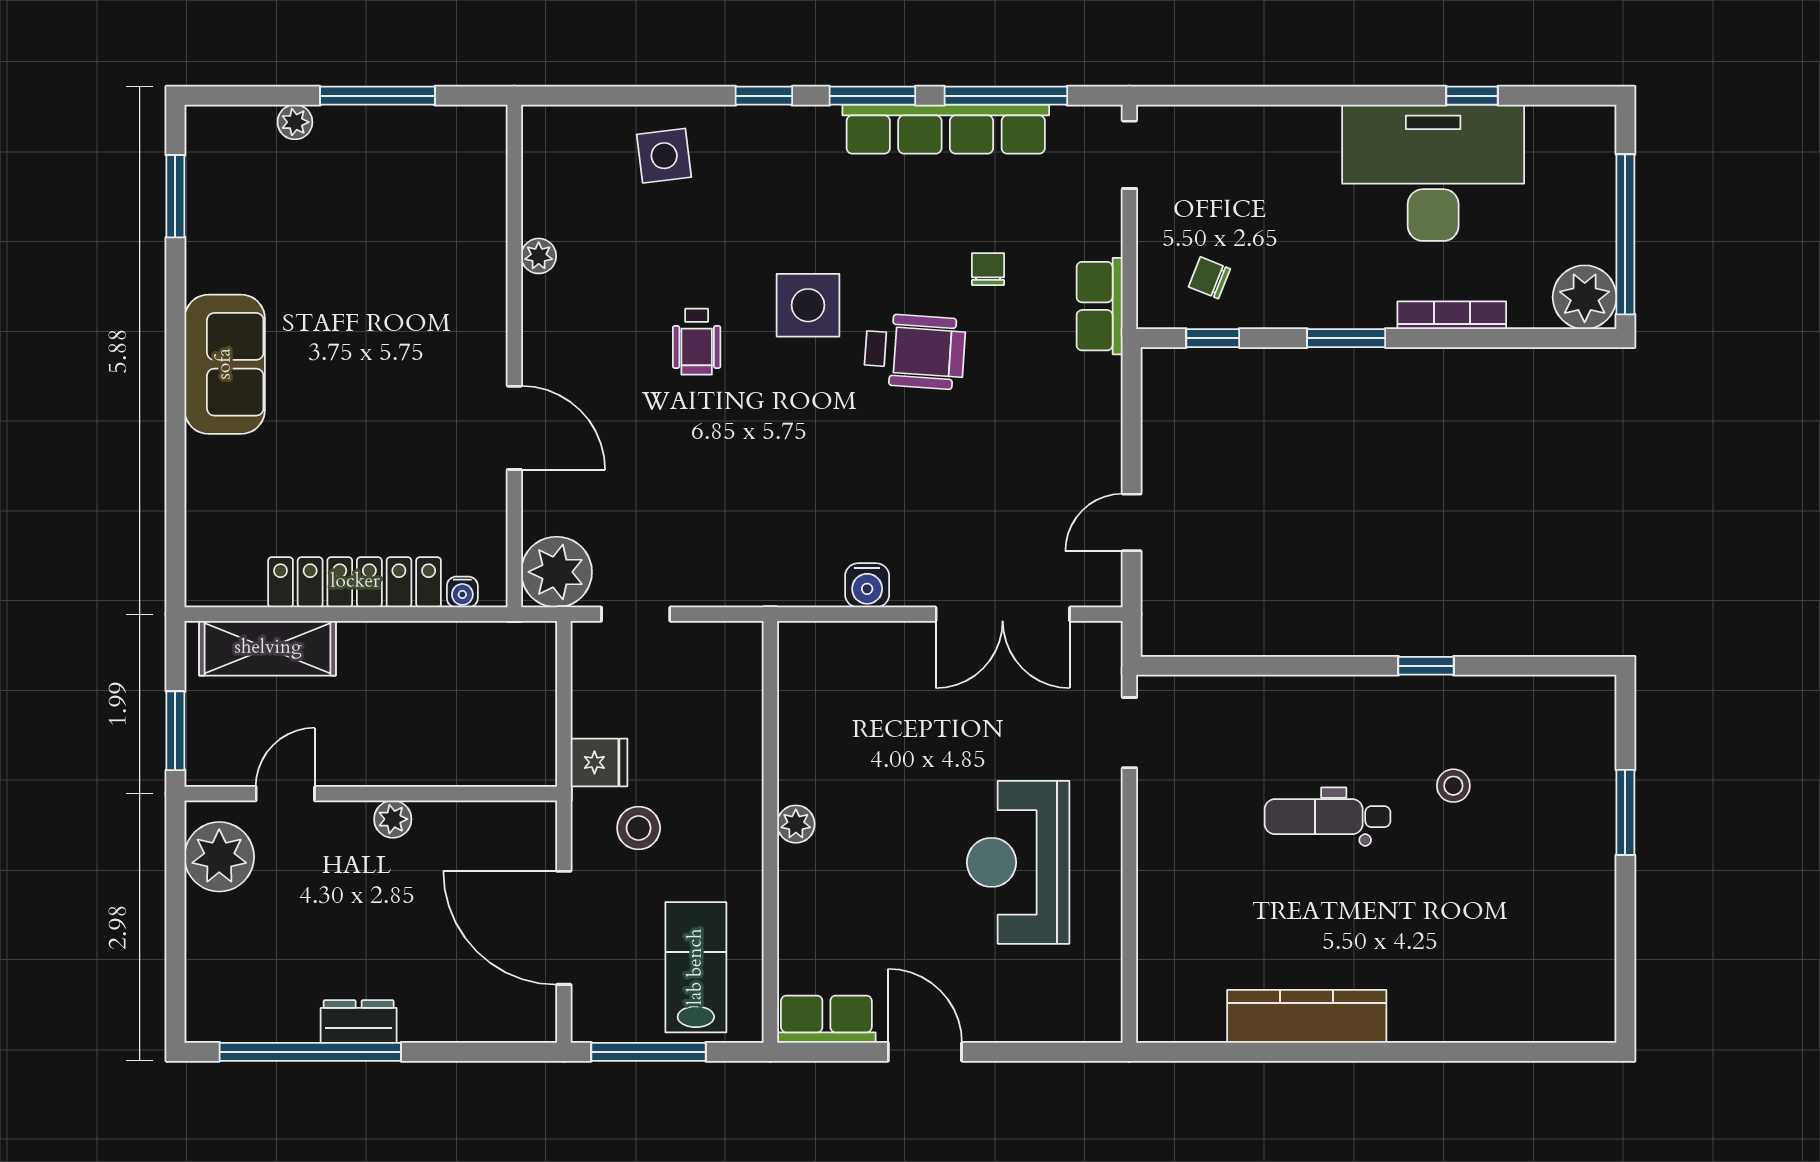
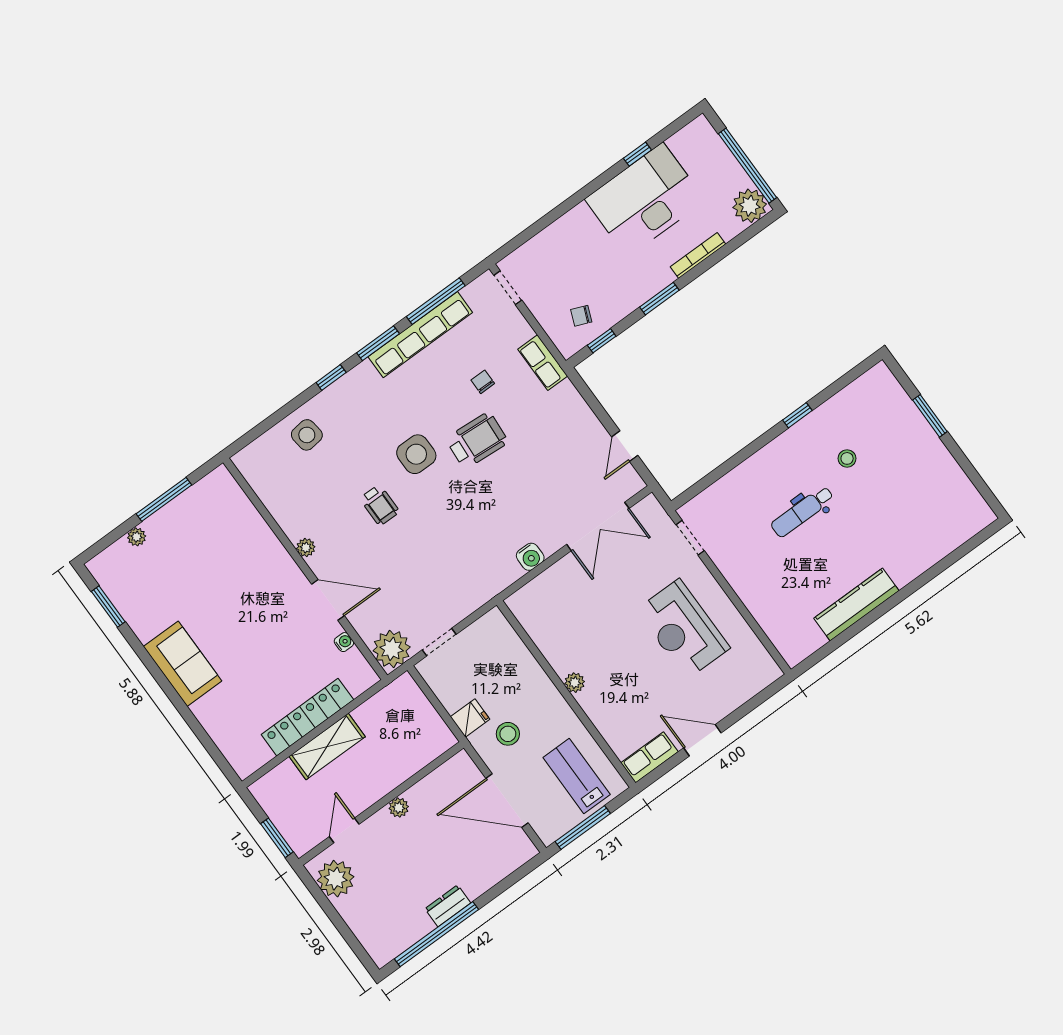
plant: (539, 256) -> (306, 548), moved
water cooler: (462, 592) -> (344, 642), moved, turned -90
shelving: (268, 648) -> (327, 747), moved

